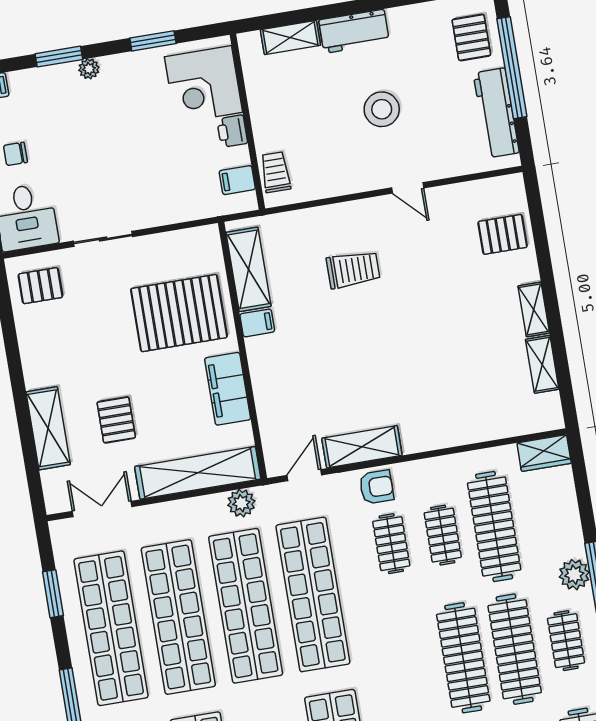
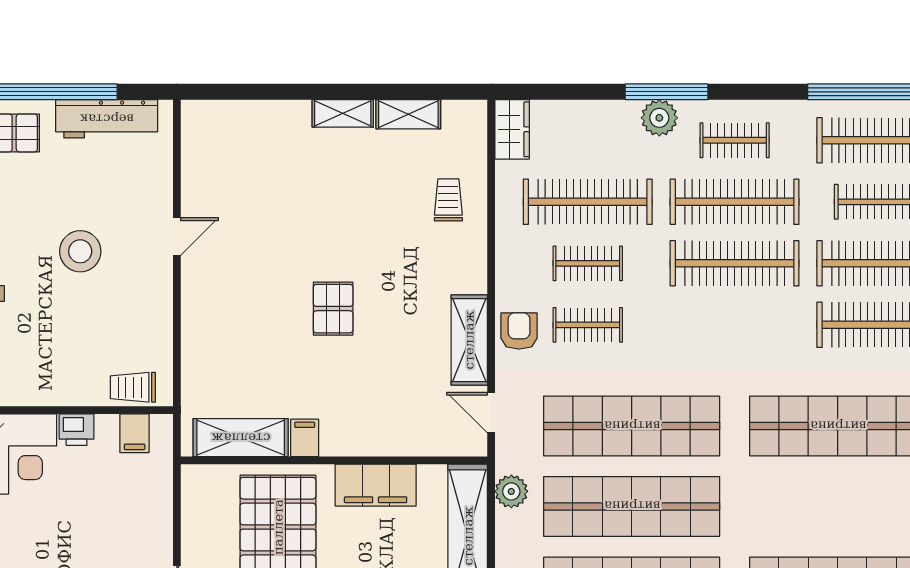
pallet: (503, 234) -> (333, 309), moved
trolley: (353, 269) -> (448, 200), moved, width x0.73, depth x0.72

